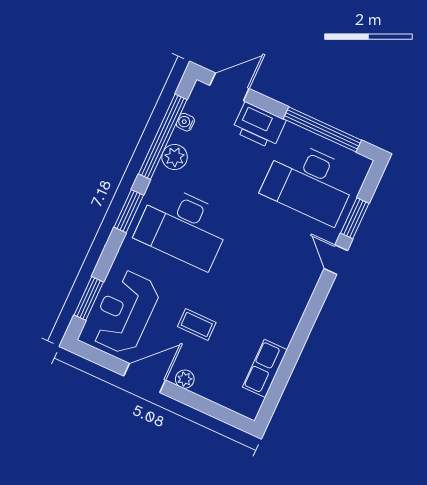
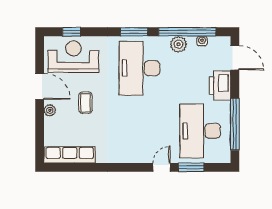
window: (89, 298) -> (72, 32), width x0.67
row of seats: (265, 368) -> (70, 155), width x1.48

